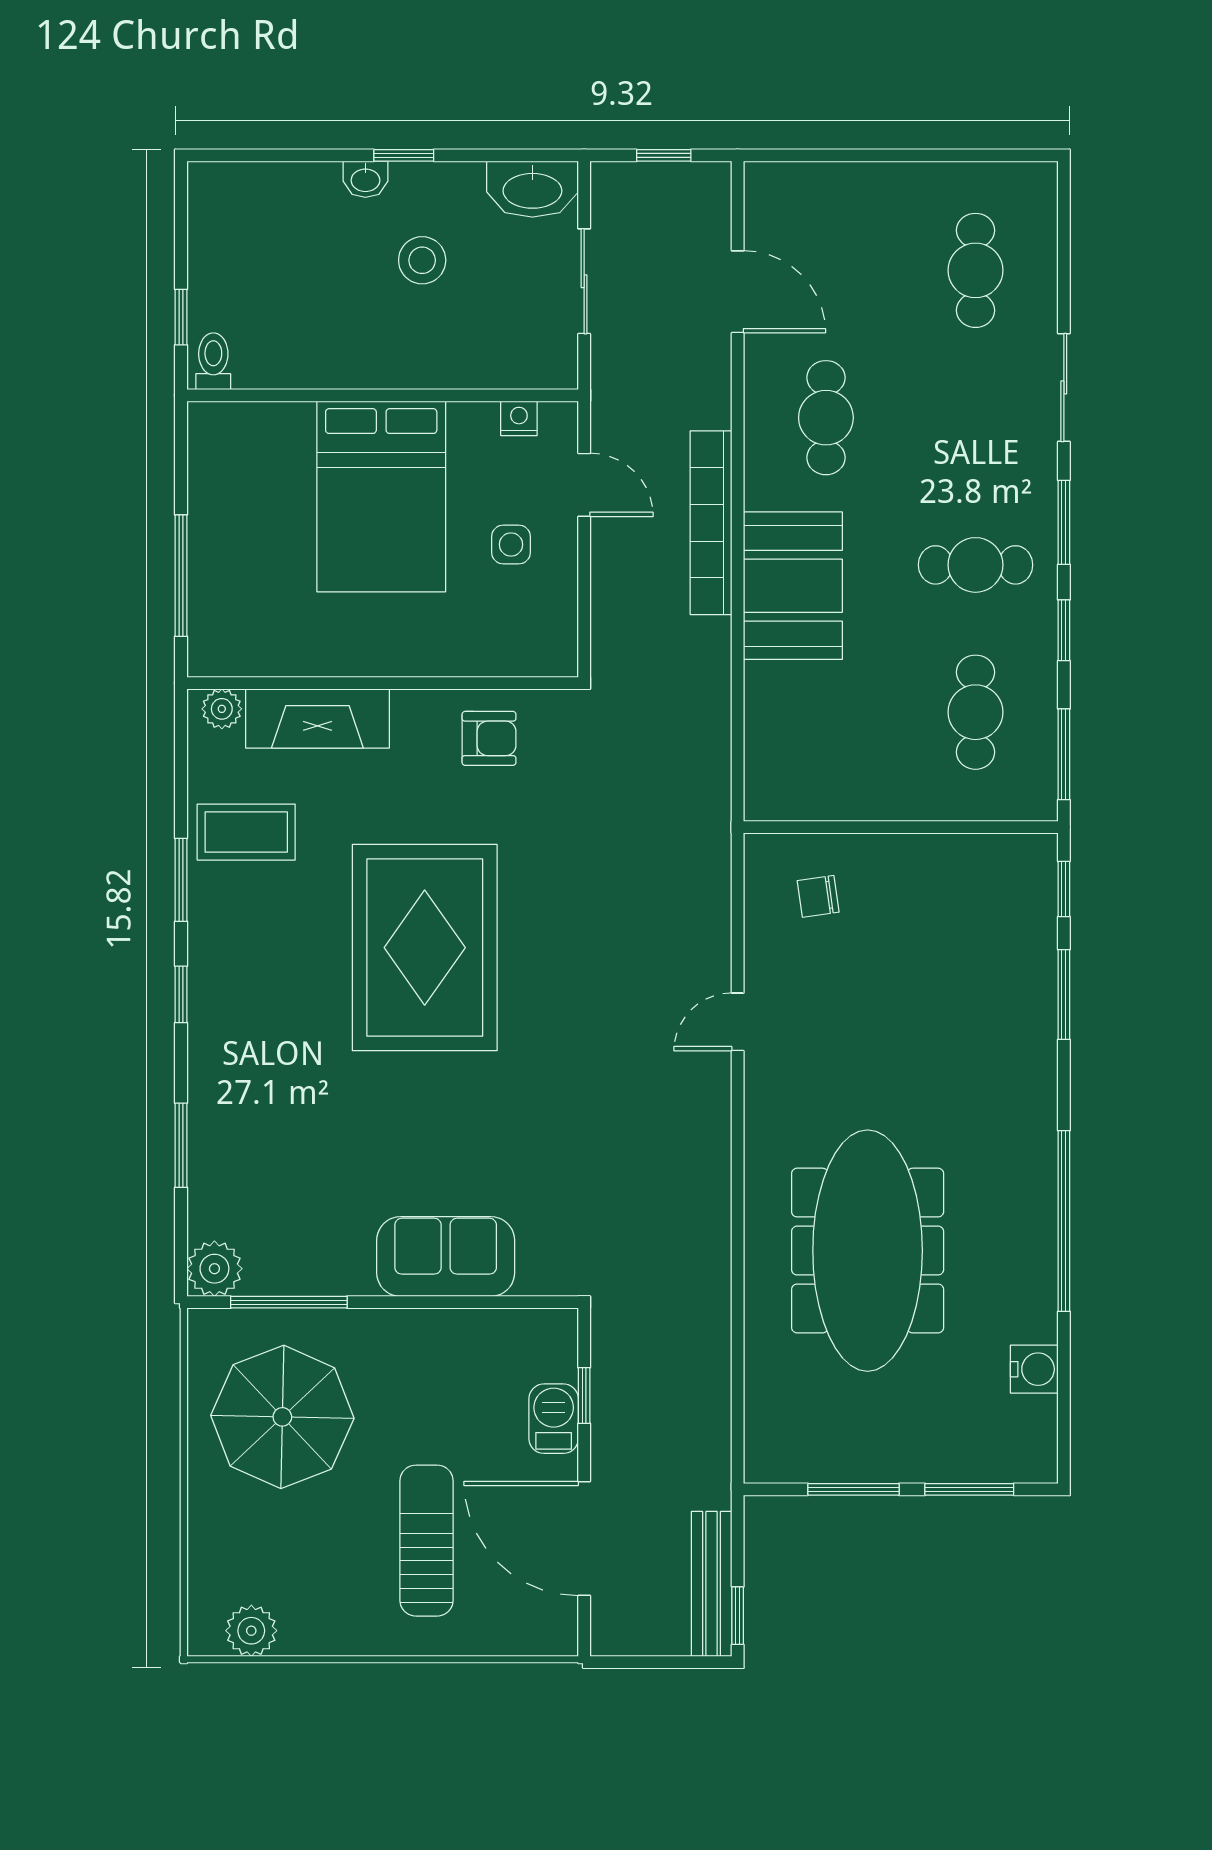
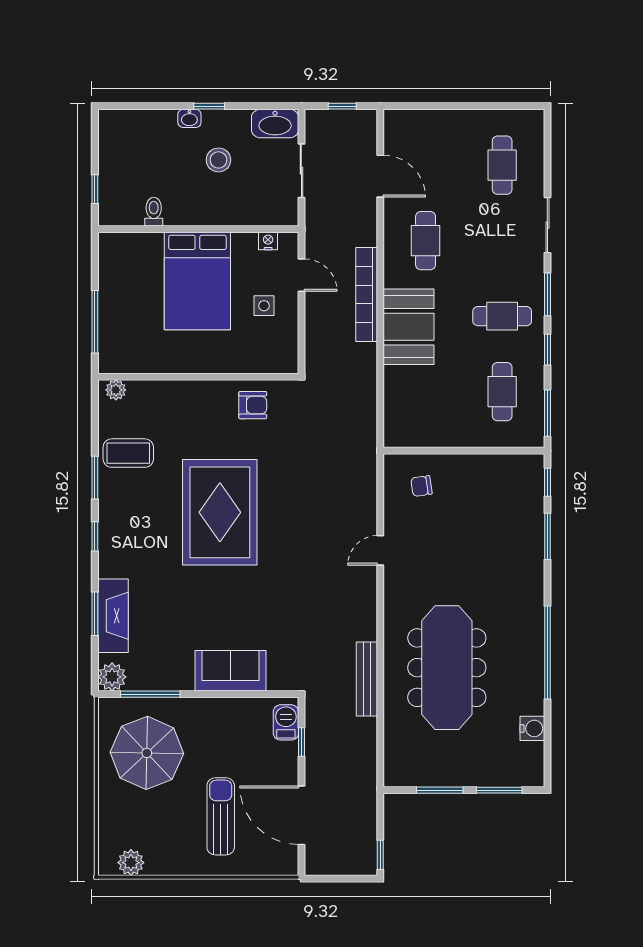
toilet: (213, 361) -> (154, 212), moved
fireplace: (317, 719) -> (113, 616), moved, turned -90
barbecue: (554, 1419) -> (286, 722), moved
bench: (712, 1584) -> (367, 679), moved

